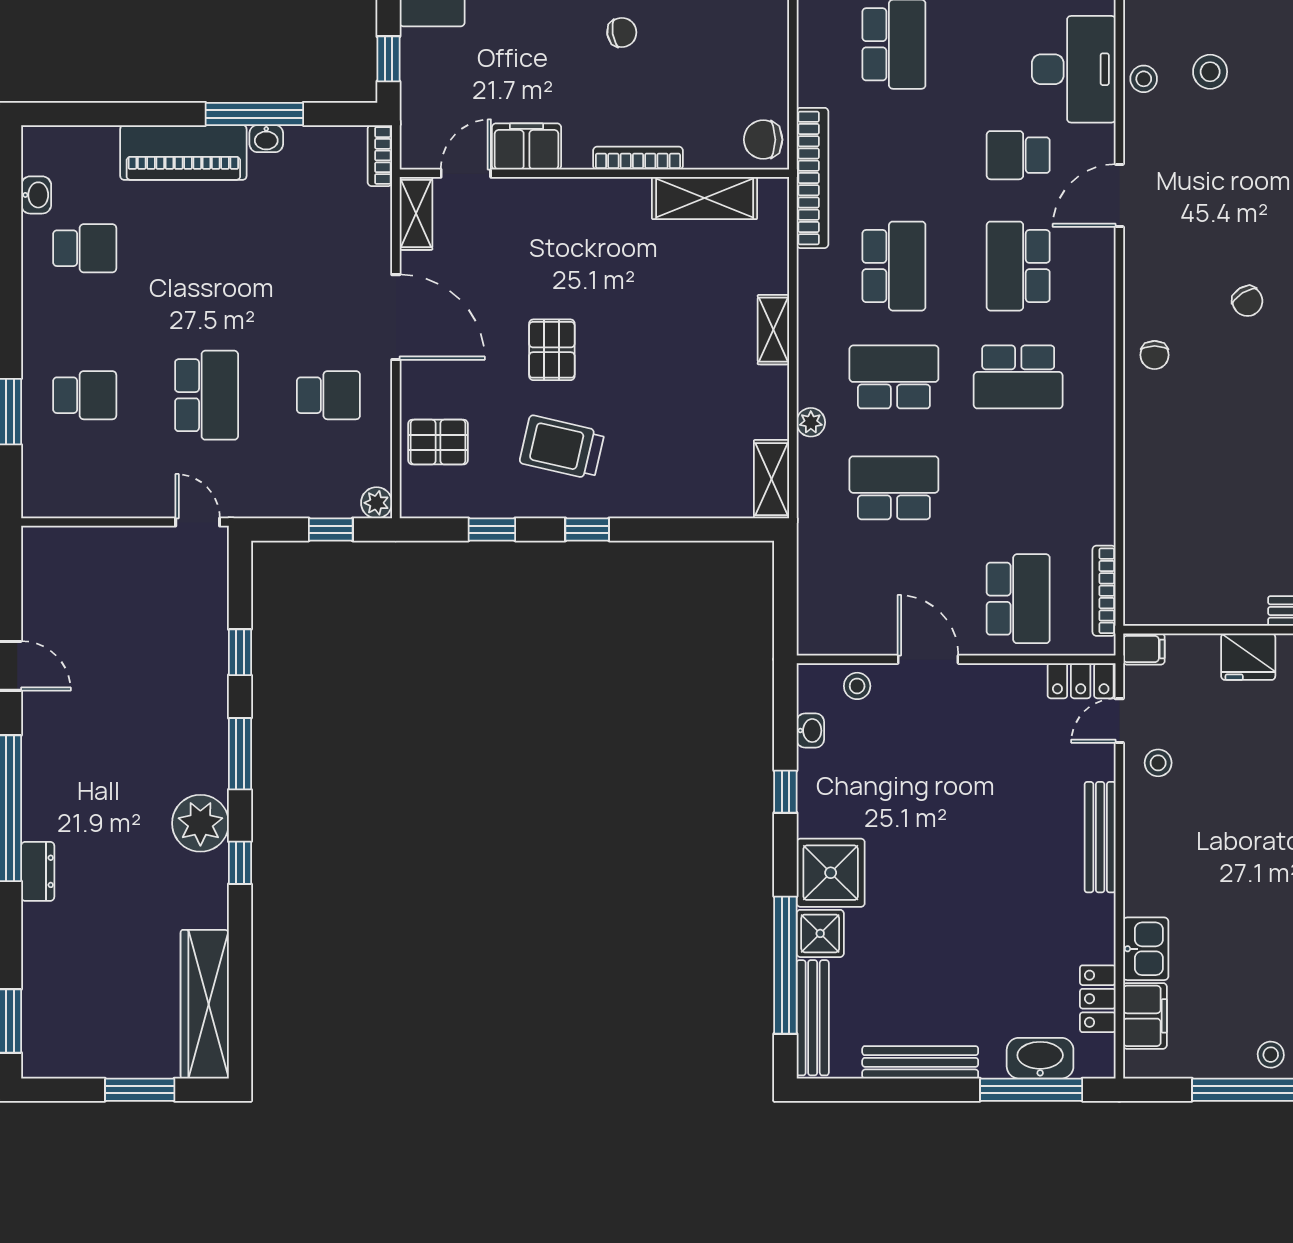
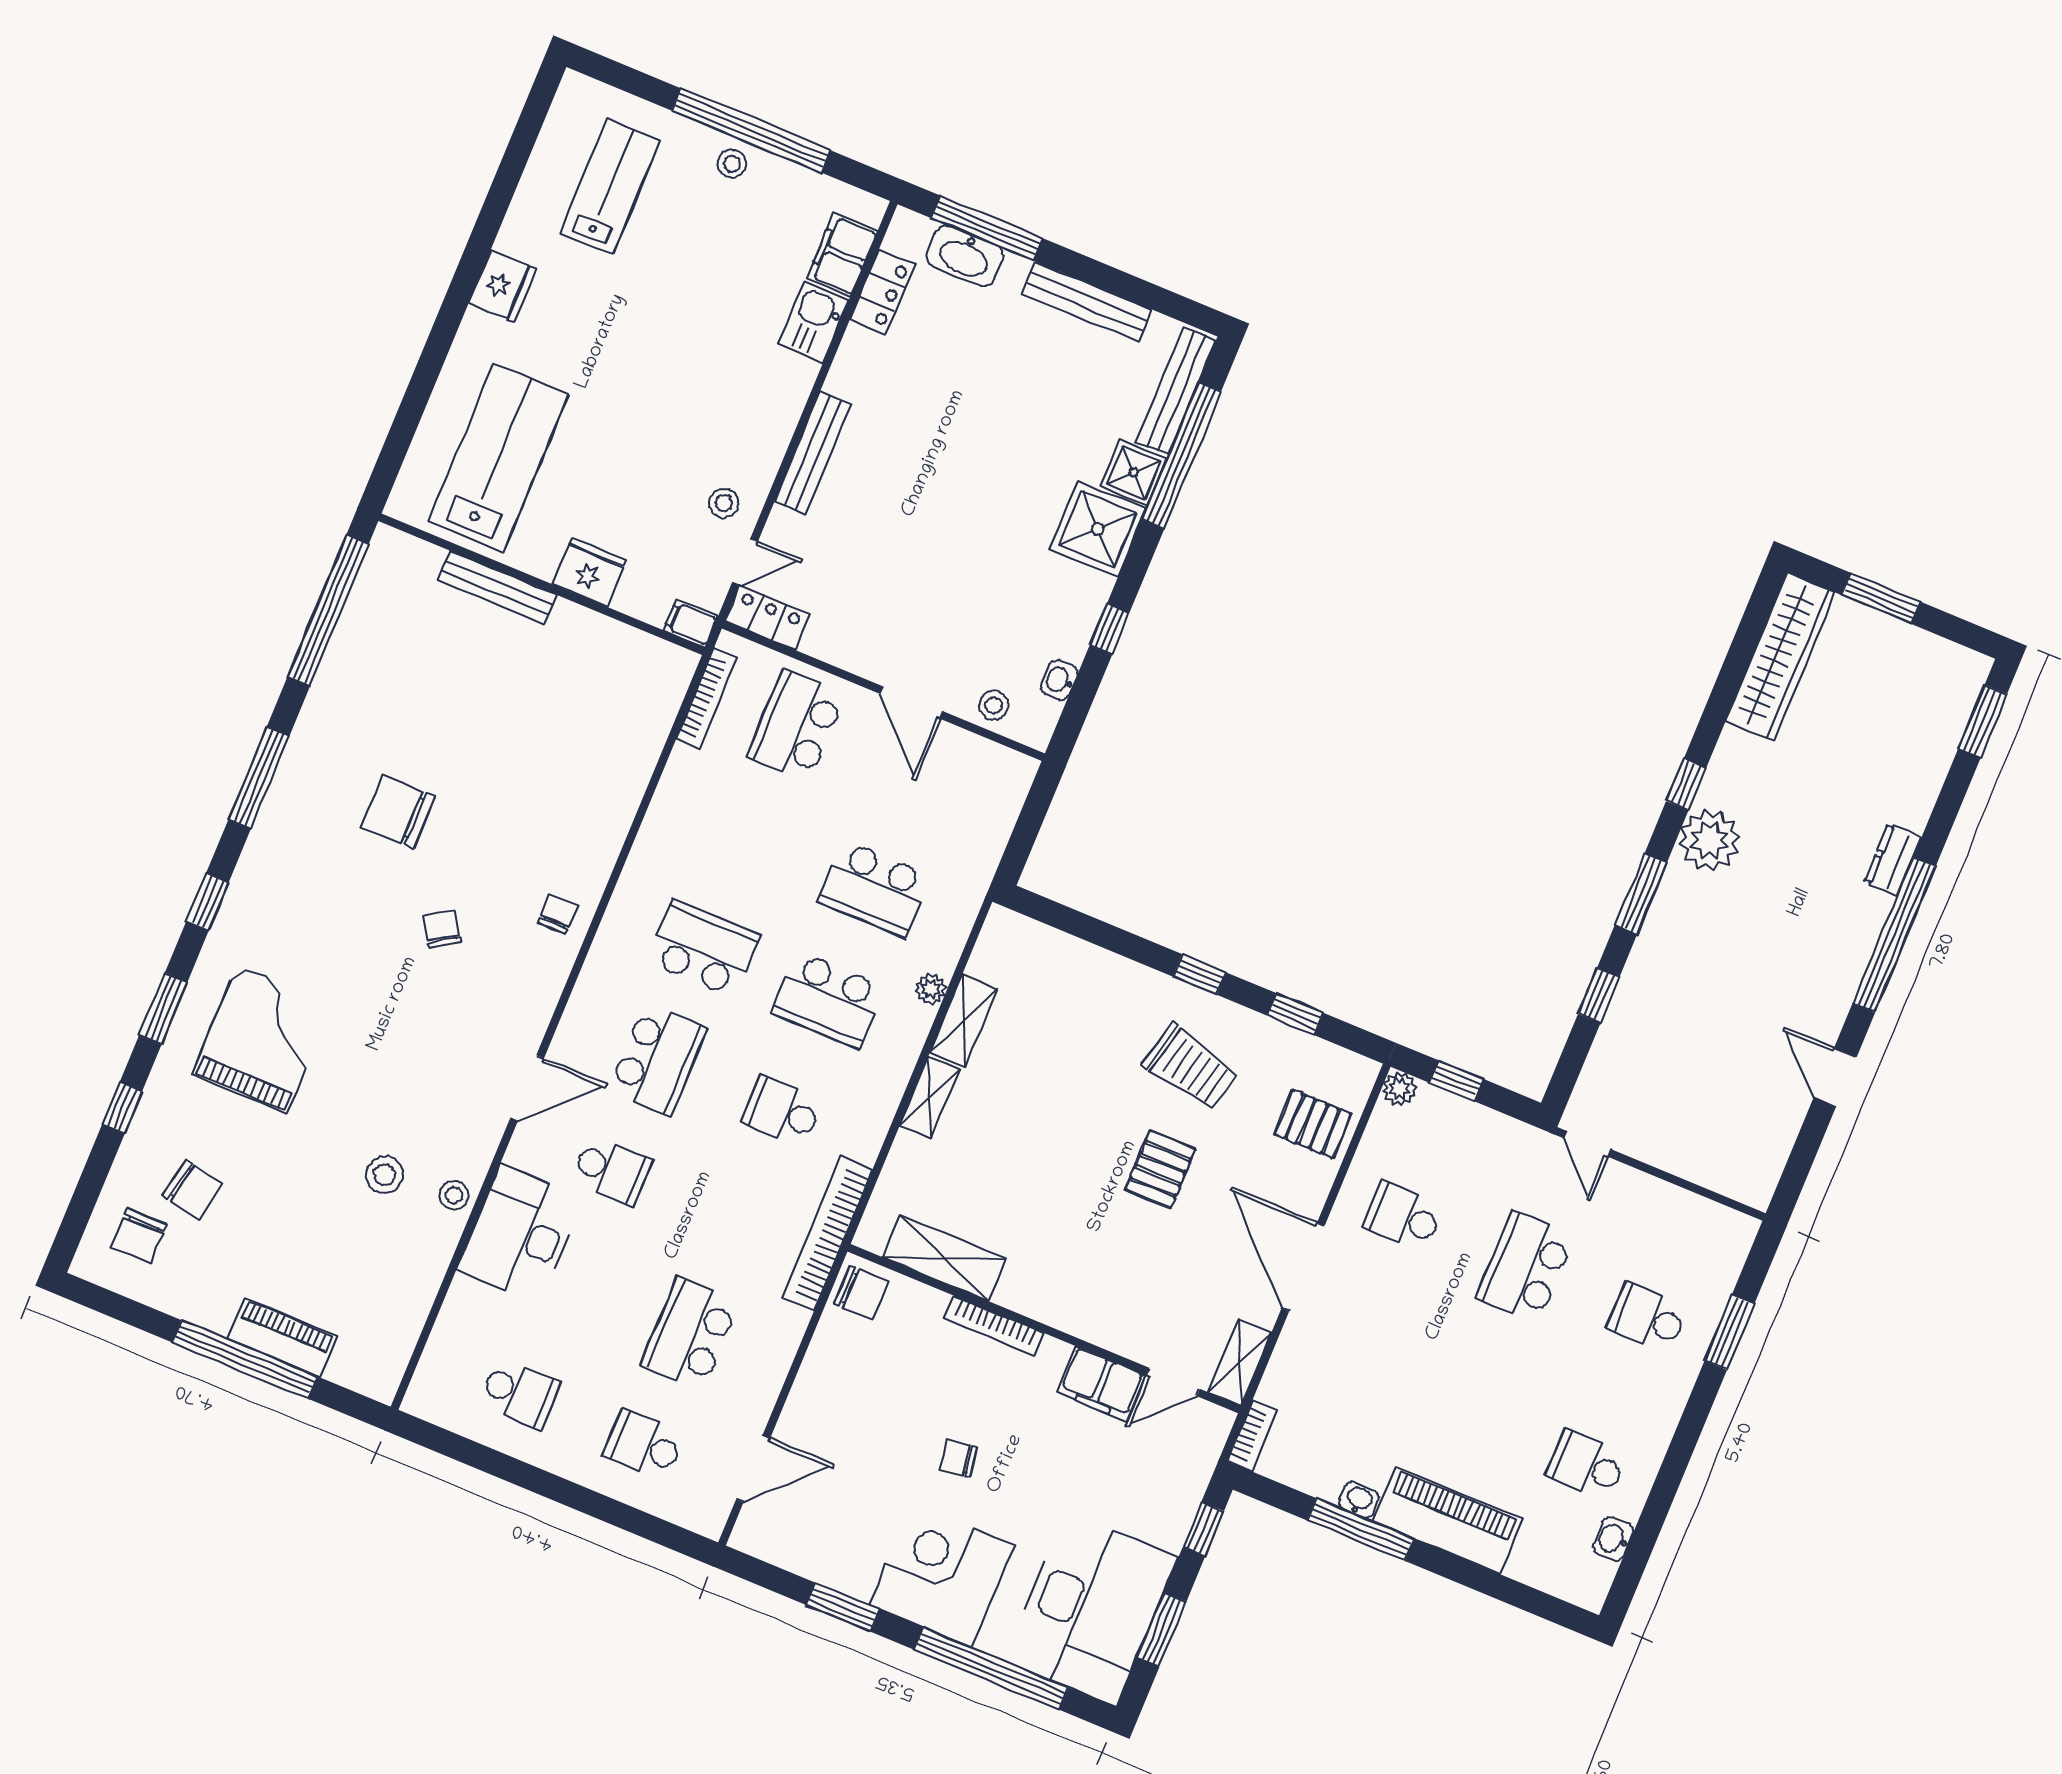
school desk: (894, 266) -> (782, 1111), width x0.54
shelving: (771, 479) -> (964, 1021), moved

